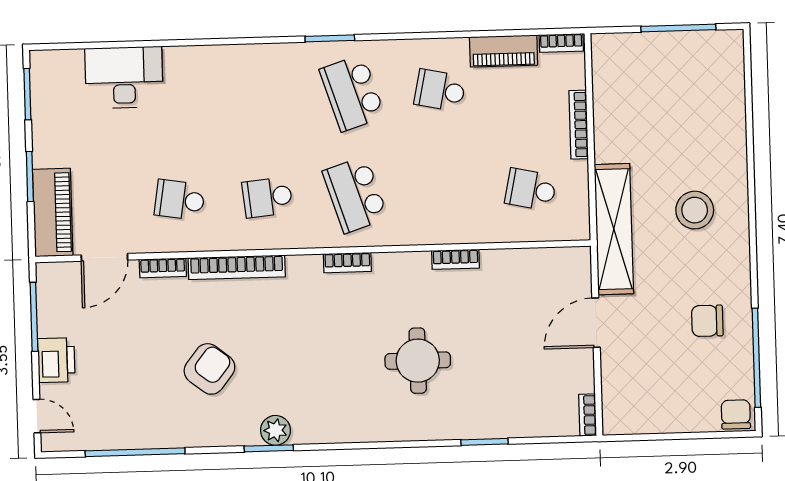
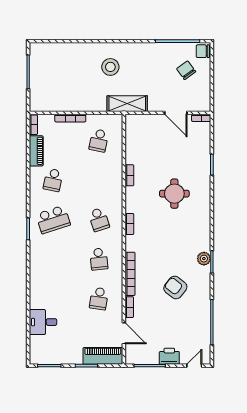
desk: (124, 78) -> (43, 322), width x0.73
school desk: (355, 195) -> (99, 220), width x0.54
shelving: (614, 229) -> (127, 104), width x0.68
chair: (707, 321) -> (186, 70), moved, turned 144
door: (596, 323) -> (176, 113), moved

